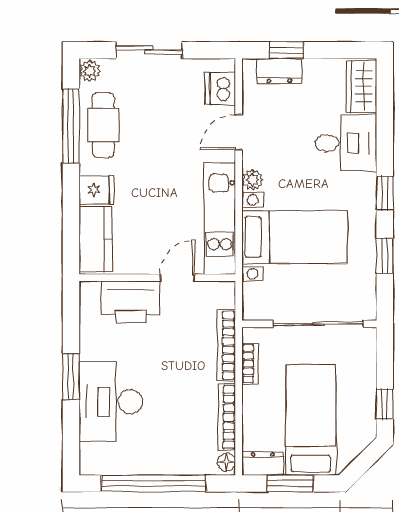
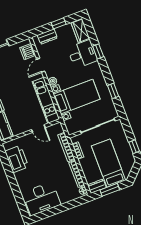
window: (287, 50) -> (59, 23), moved
window: (385, 193) -> (98, 51), moved
door: (177, 278) -> (38, 129), swing flipped
printer: (131, 302) -> (17, 159), moved, turned -90
window: (71, 376) -> (12, 181), removed
desk: (111, 402) -> (41, 199), moved, turned -90
window: (153, 483) -> (59, 209), removed

